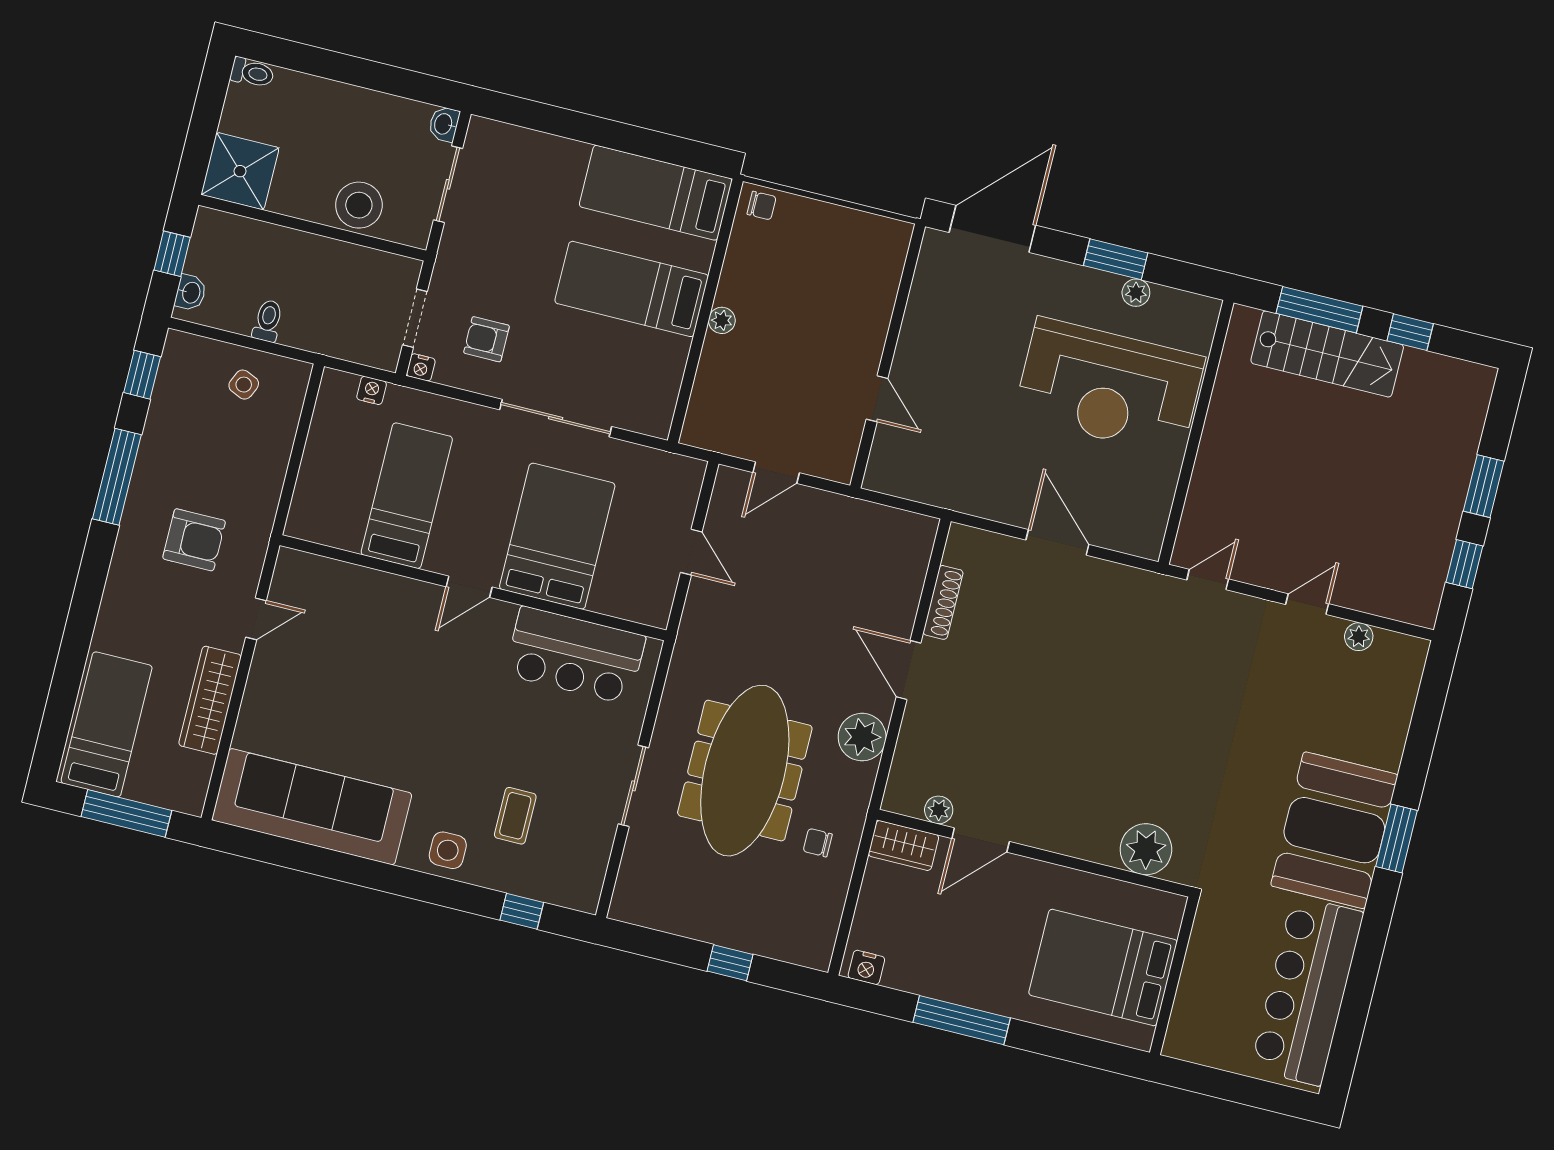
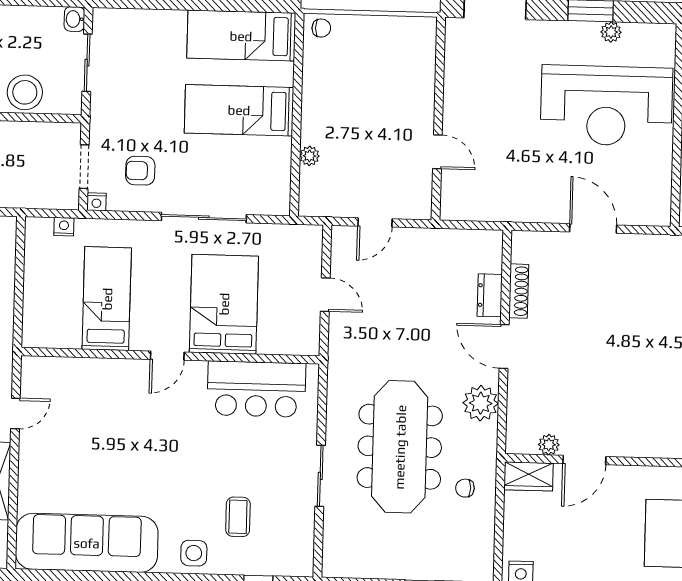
plant: (722, 320) -> (309, 156), moved
dresser: (904, 600) -> (490, 295), added

